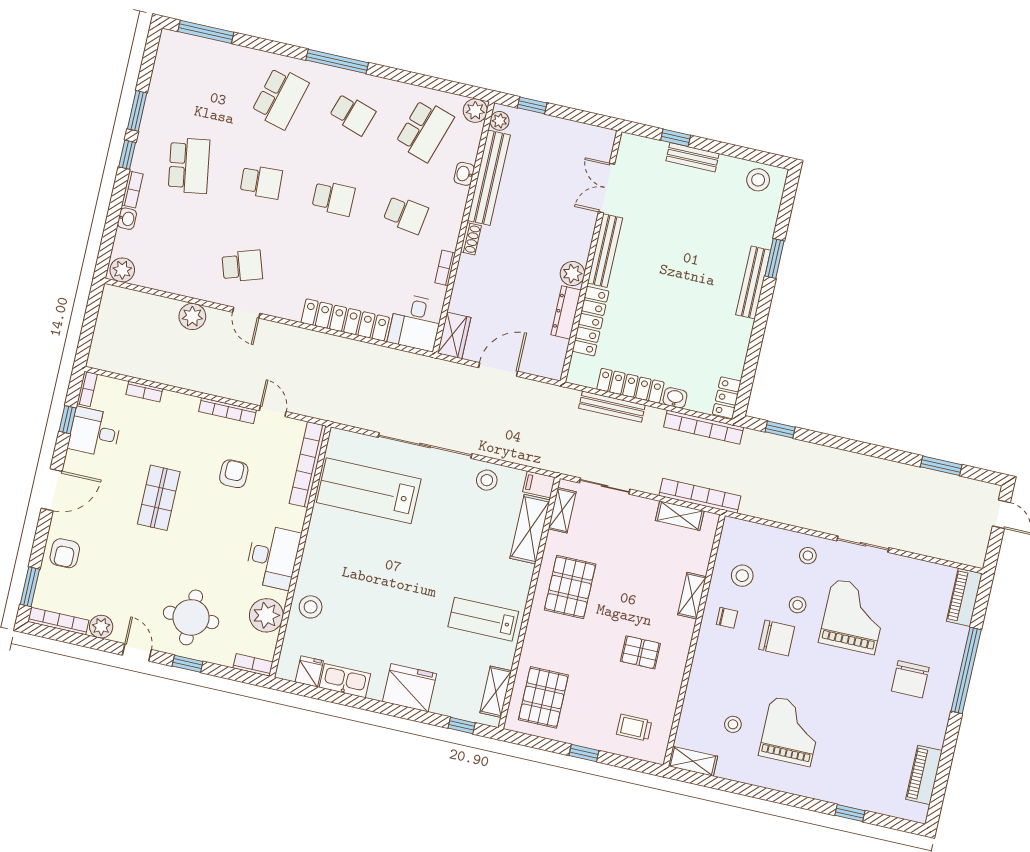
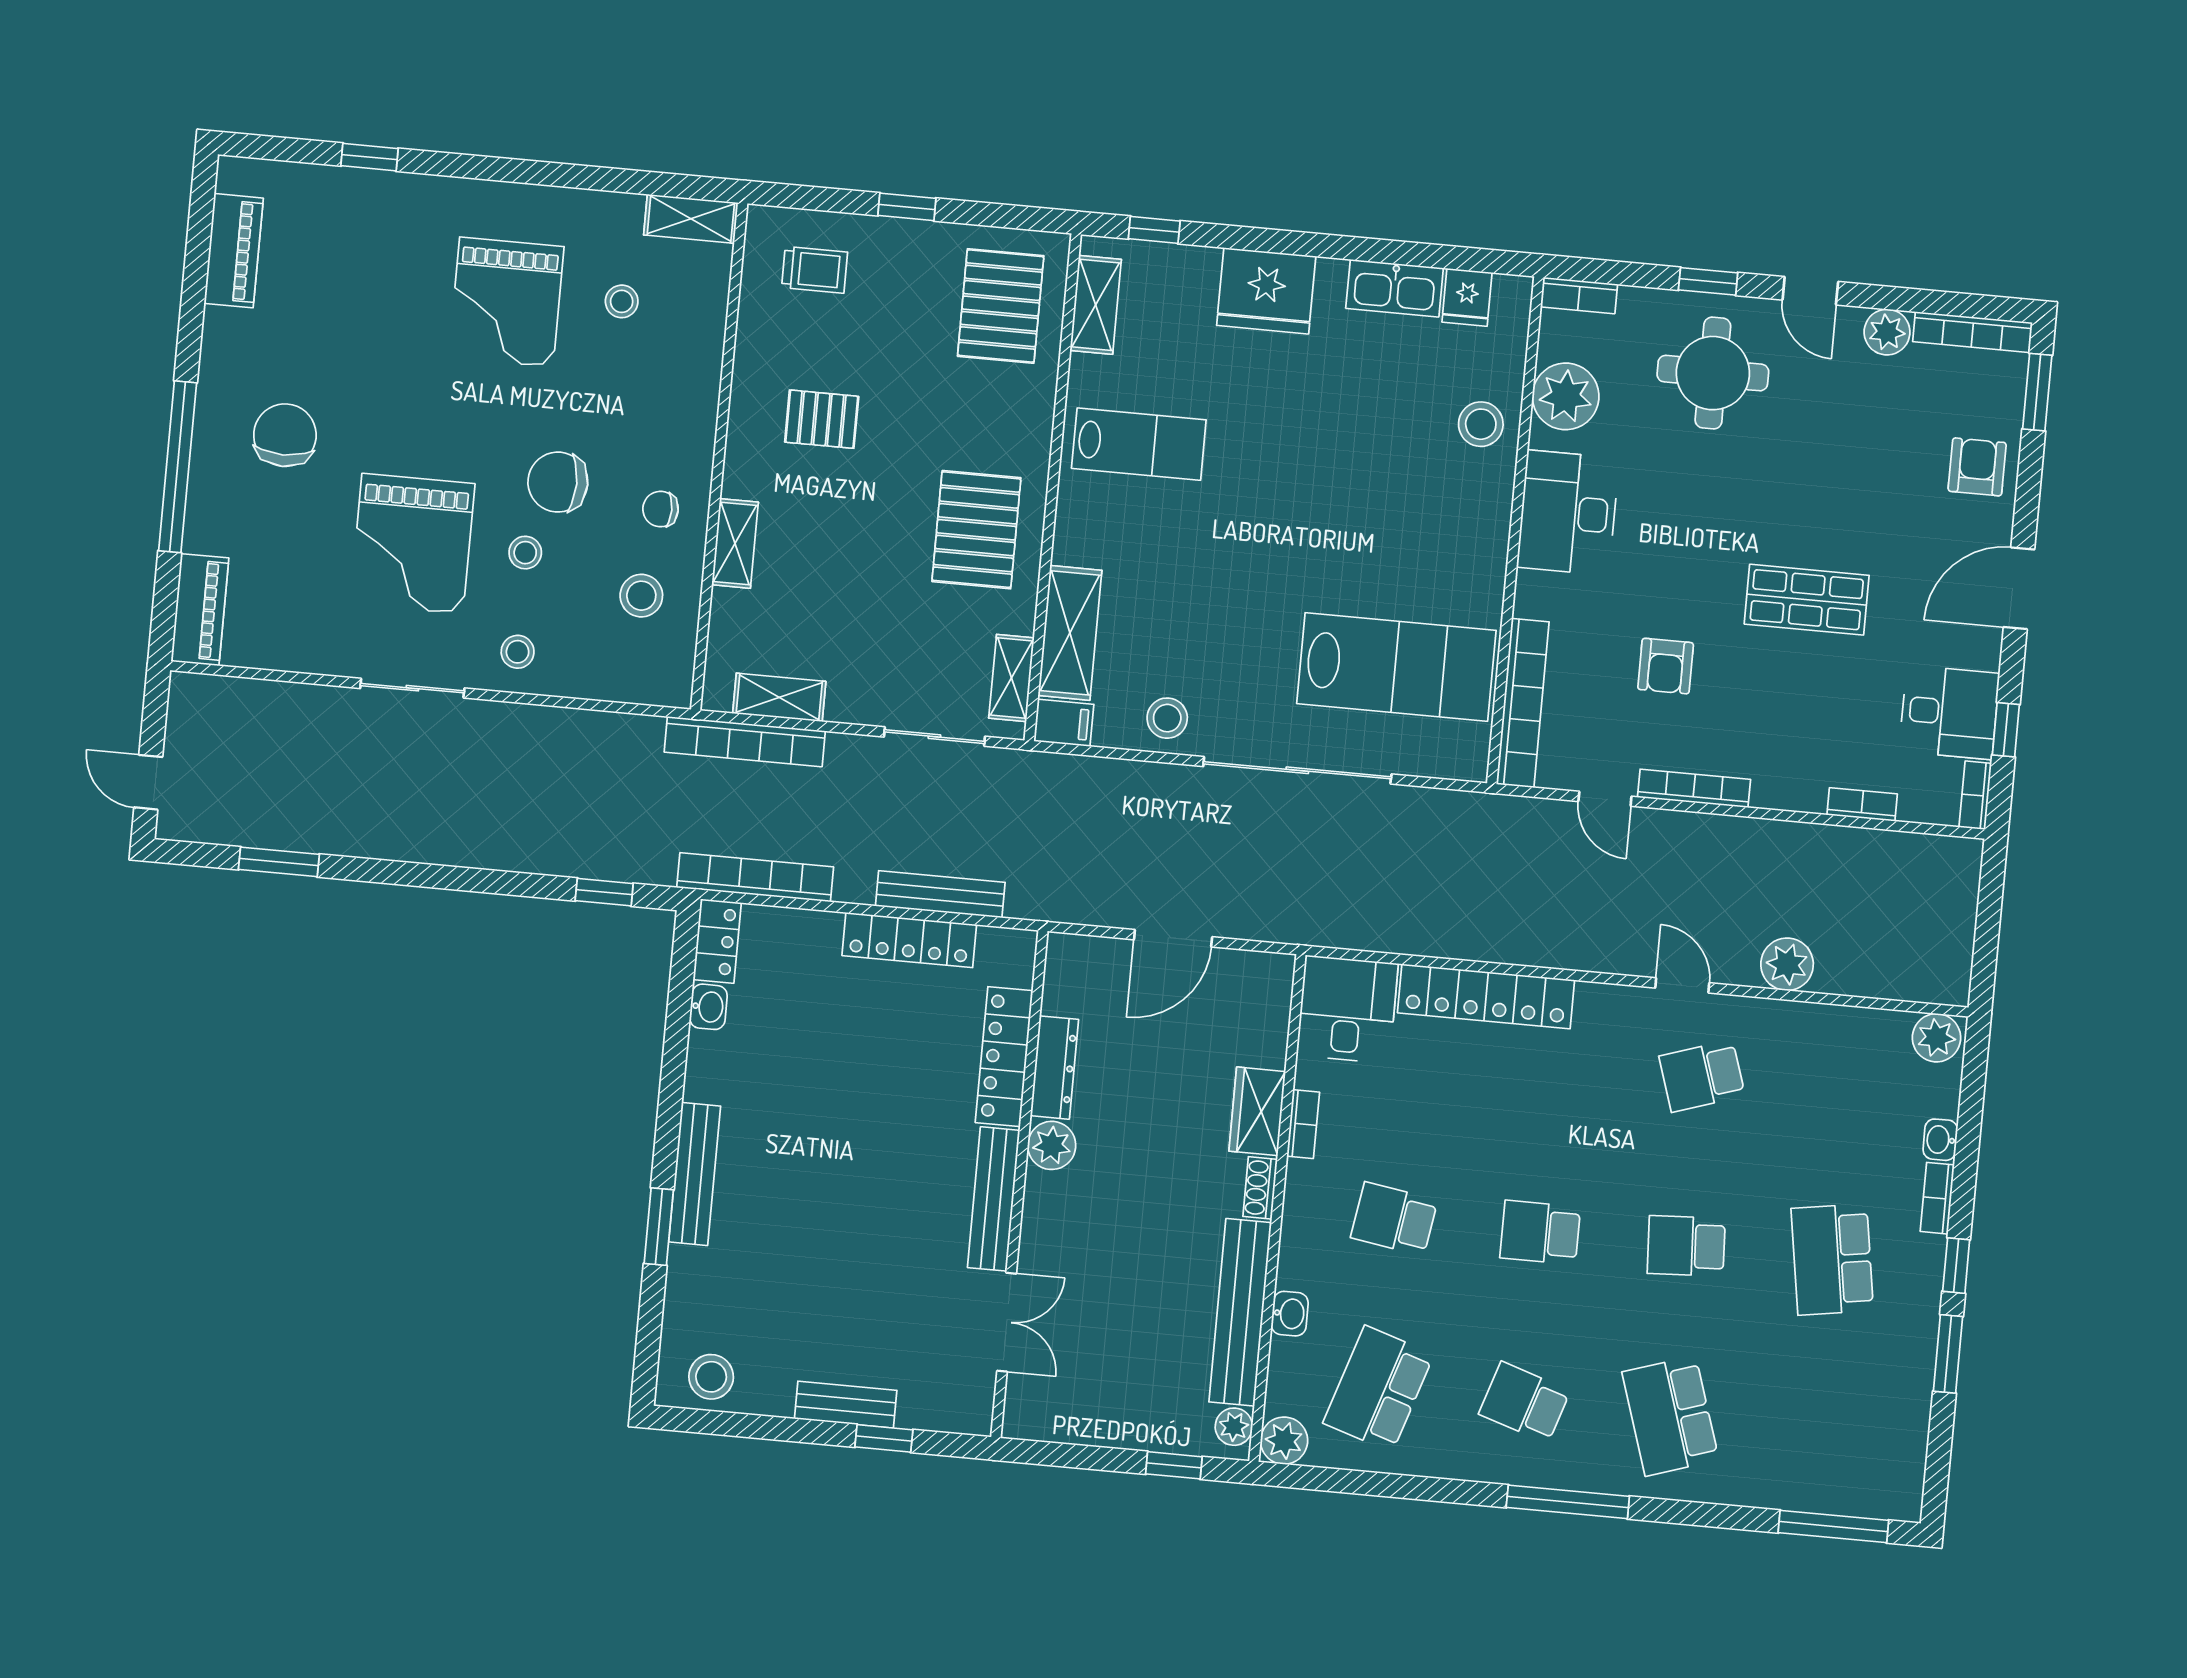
school desk: (280, 98) -> (1670, 1416), turned -33
wardrobe: (454, 335) -> (1257, 1111), moved
washbasin: (675, 398) -> (708, 1007), moved, turned -90
shop shelf: (159, 498) -> (1807, 600), turned 90

